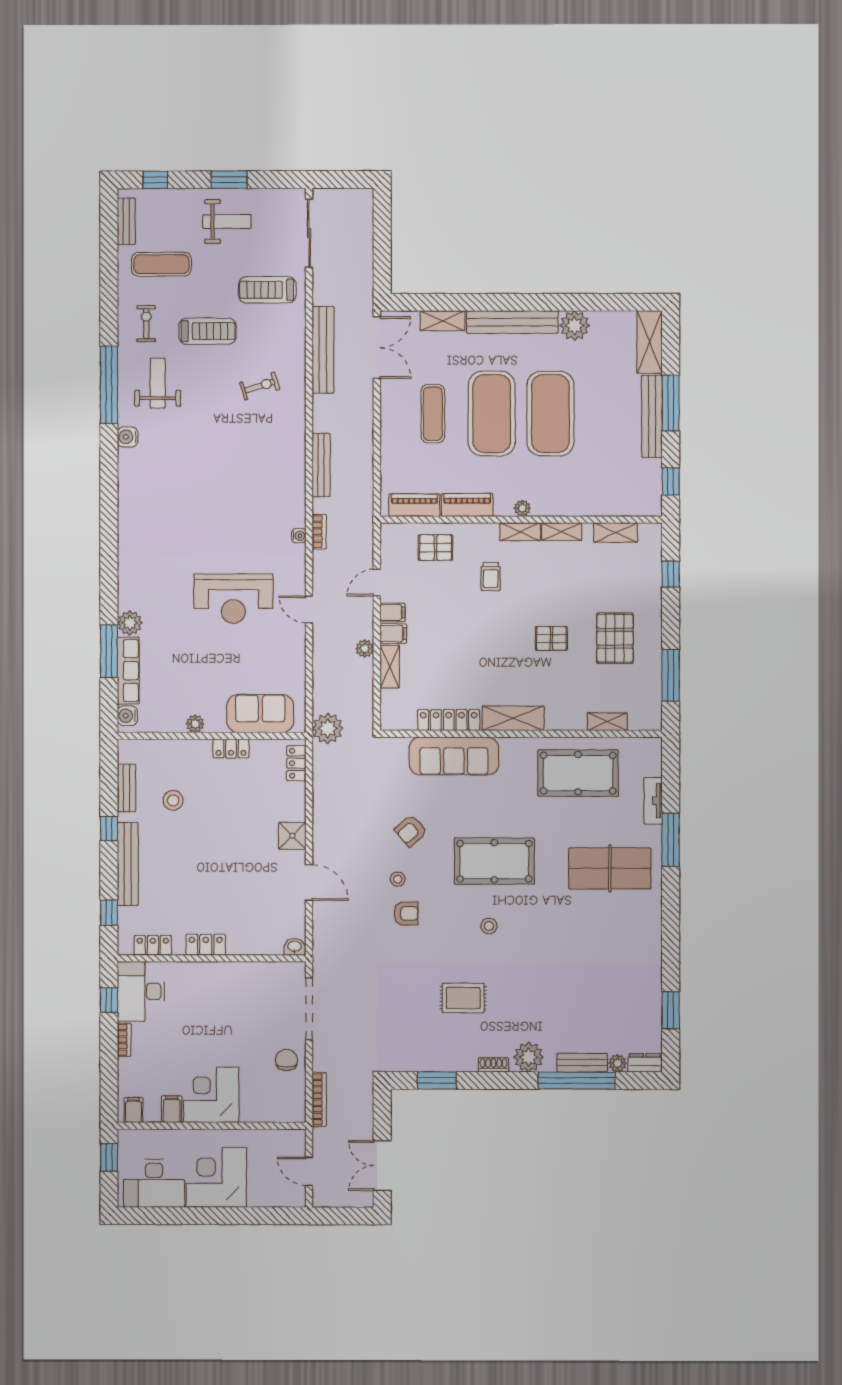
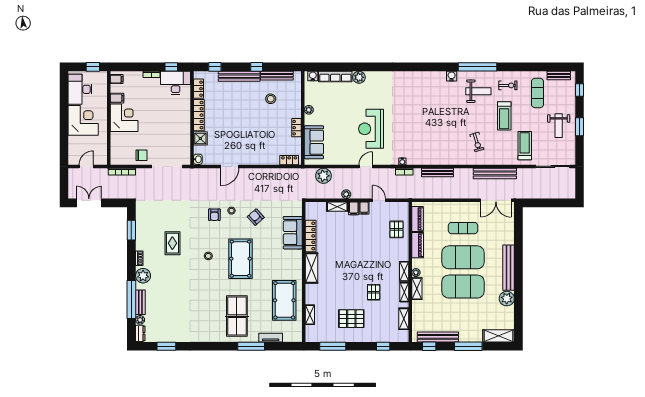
shelving: (443, 321) -> (417, 289), moved
bench: (652, 416) -> (438, 337), moved
trolley: (491, 577) -> (382, 257), removed
pallet: (551, 638) -> (374, 292), moved
window: (109, 651) -> (345, 67), removed
plant: (328, 728) -> (323, 176), moved
sofa: (454, 756) -> (293, 233), width x0.73
bench: (127, 788) -> (277, 76), width x1.36
shower: (292, 836) -> (200, 138), moved
locker: (206, 945) -> (199, 115), width x1.53

